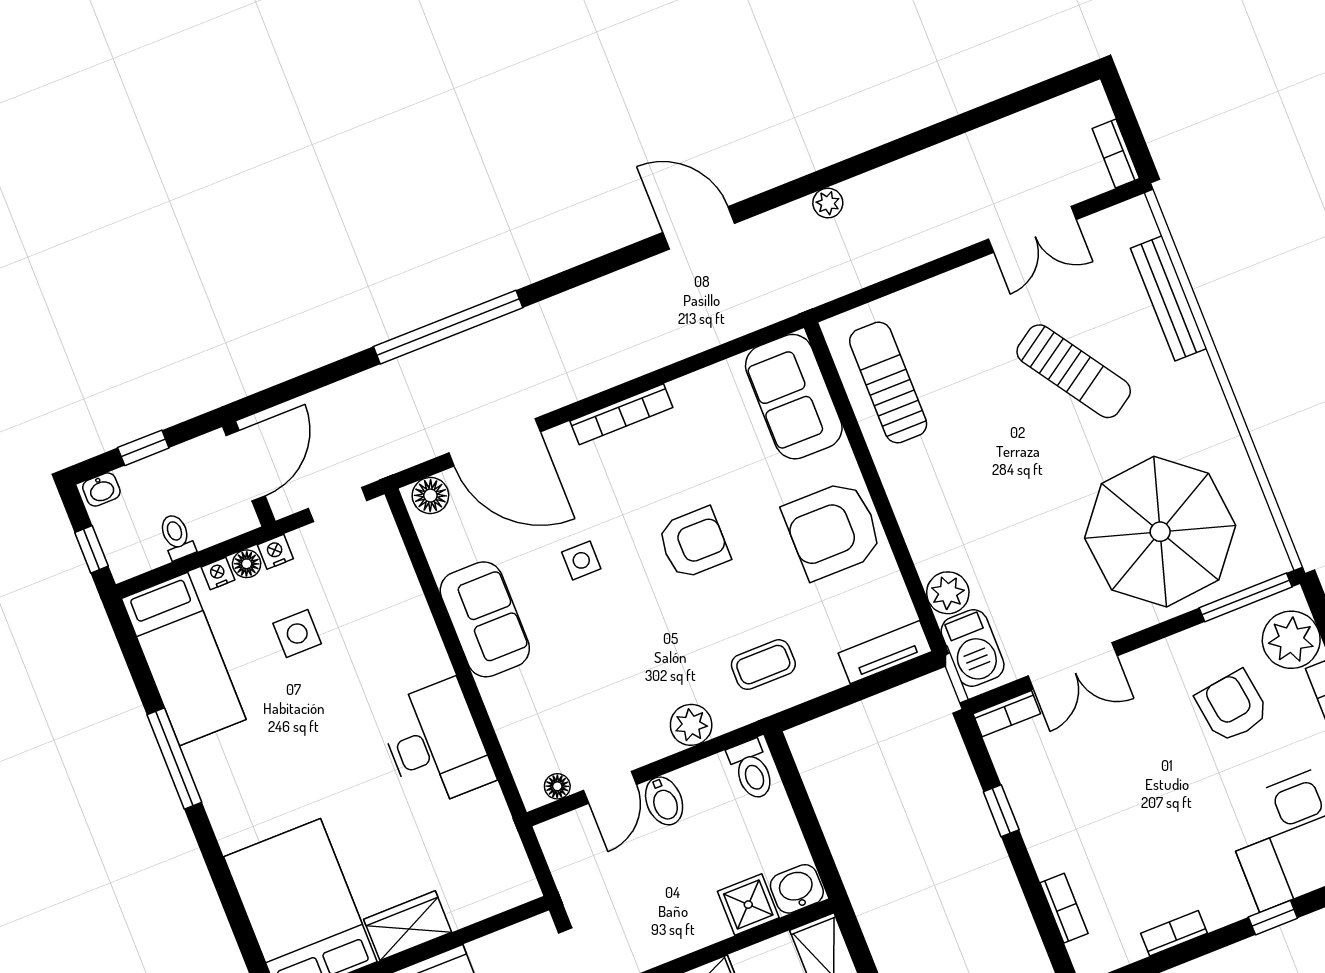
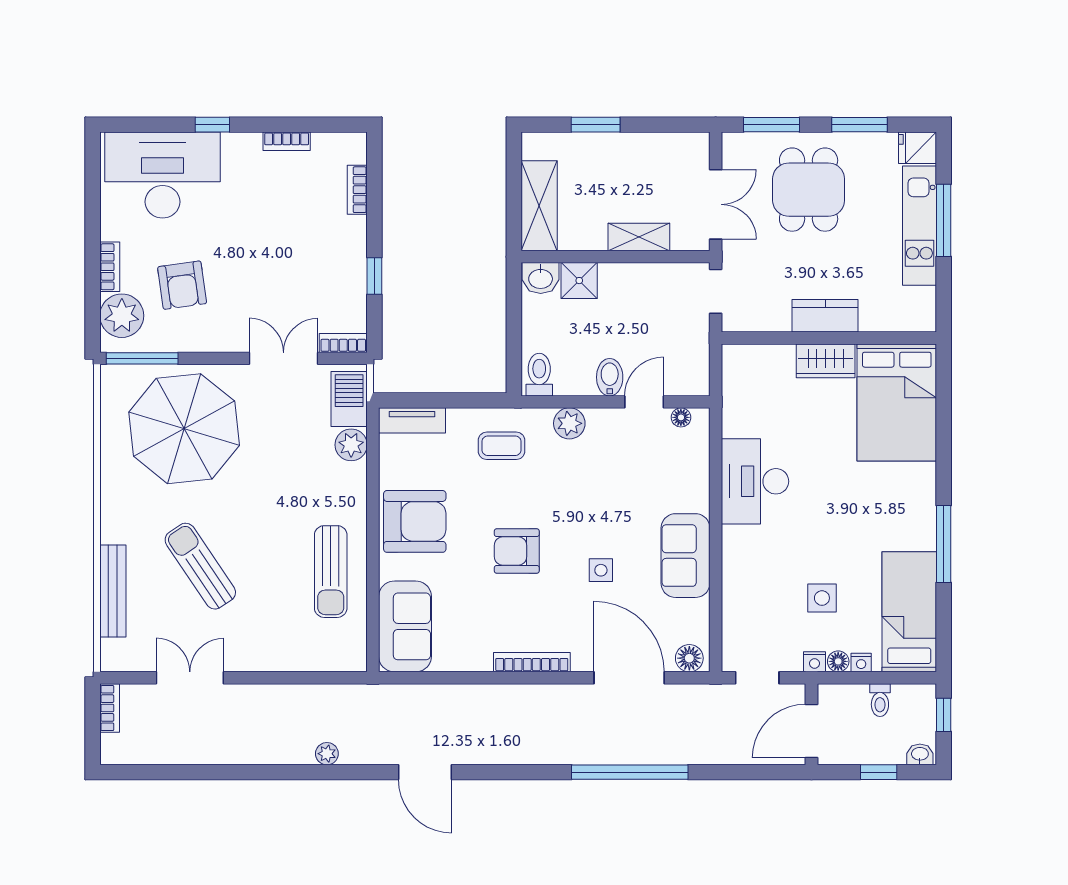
sun lounger: (888, 383) -> (331, 572), moved

